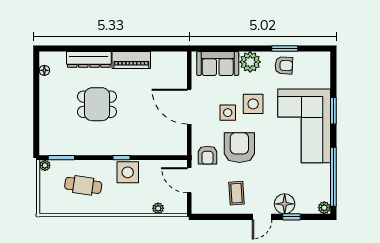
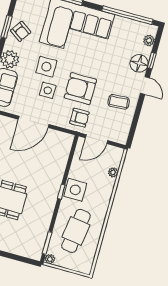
armchair: (284, 65) -> (21, 31), turned 122
cafe table: (83, 185) -> (76, 231), width x1.37, depth x1.35
plant: (324, 208) -> (149, 40), moved

